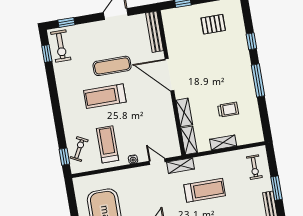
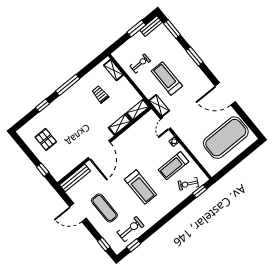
exercise bike: (61, 46) -> (130, 229), moved
exercise mat: (112, 66) -> (104, 208), moved
shelving: (223, 143) -> (114, 70), moved
exercise bike: (254, 167) -> (140, 64), moved

